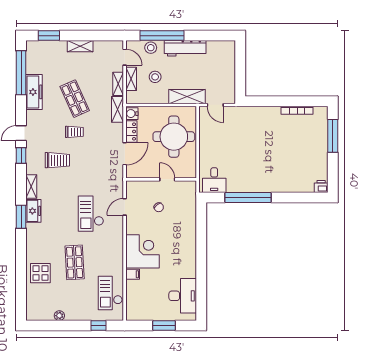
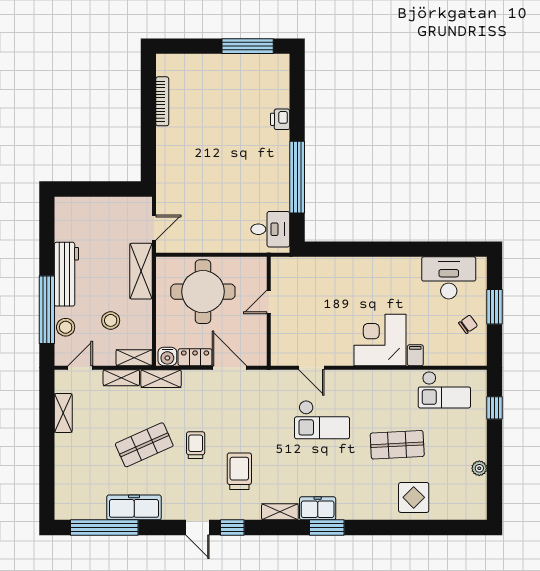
window: (49, 36) -> (47, 485), removed
shelving: (80, 46) -> (63, 413), moved
shelving: (131, 79) -> (134, 358), moved
window: (333, 136) -> (248, 46), moved
printer: (321, 187) -> (280, 119), moved
chair: (159, 207) -> (468, 324), moved

